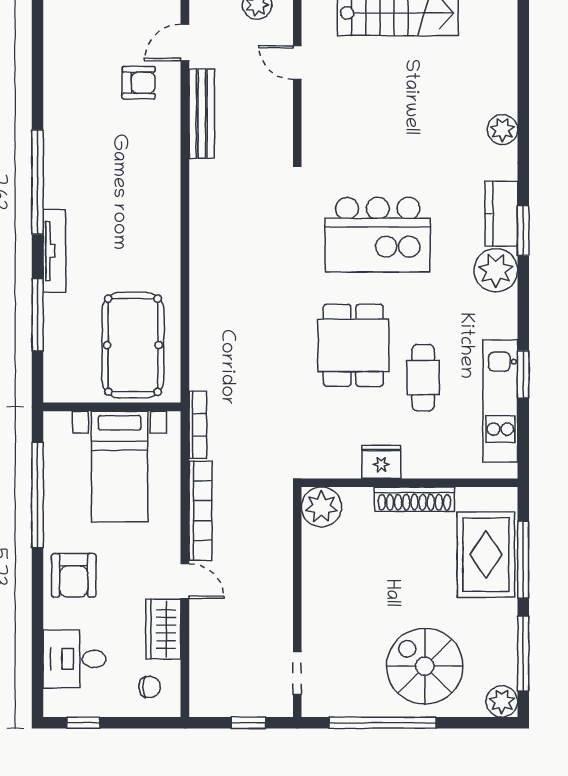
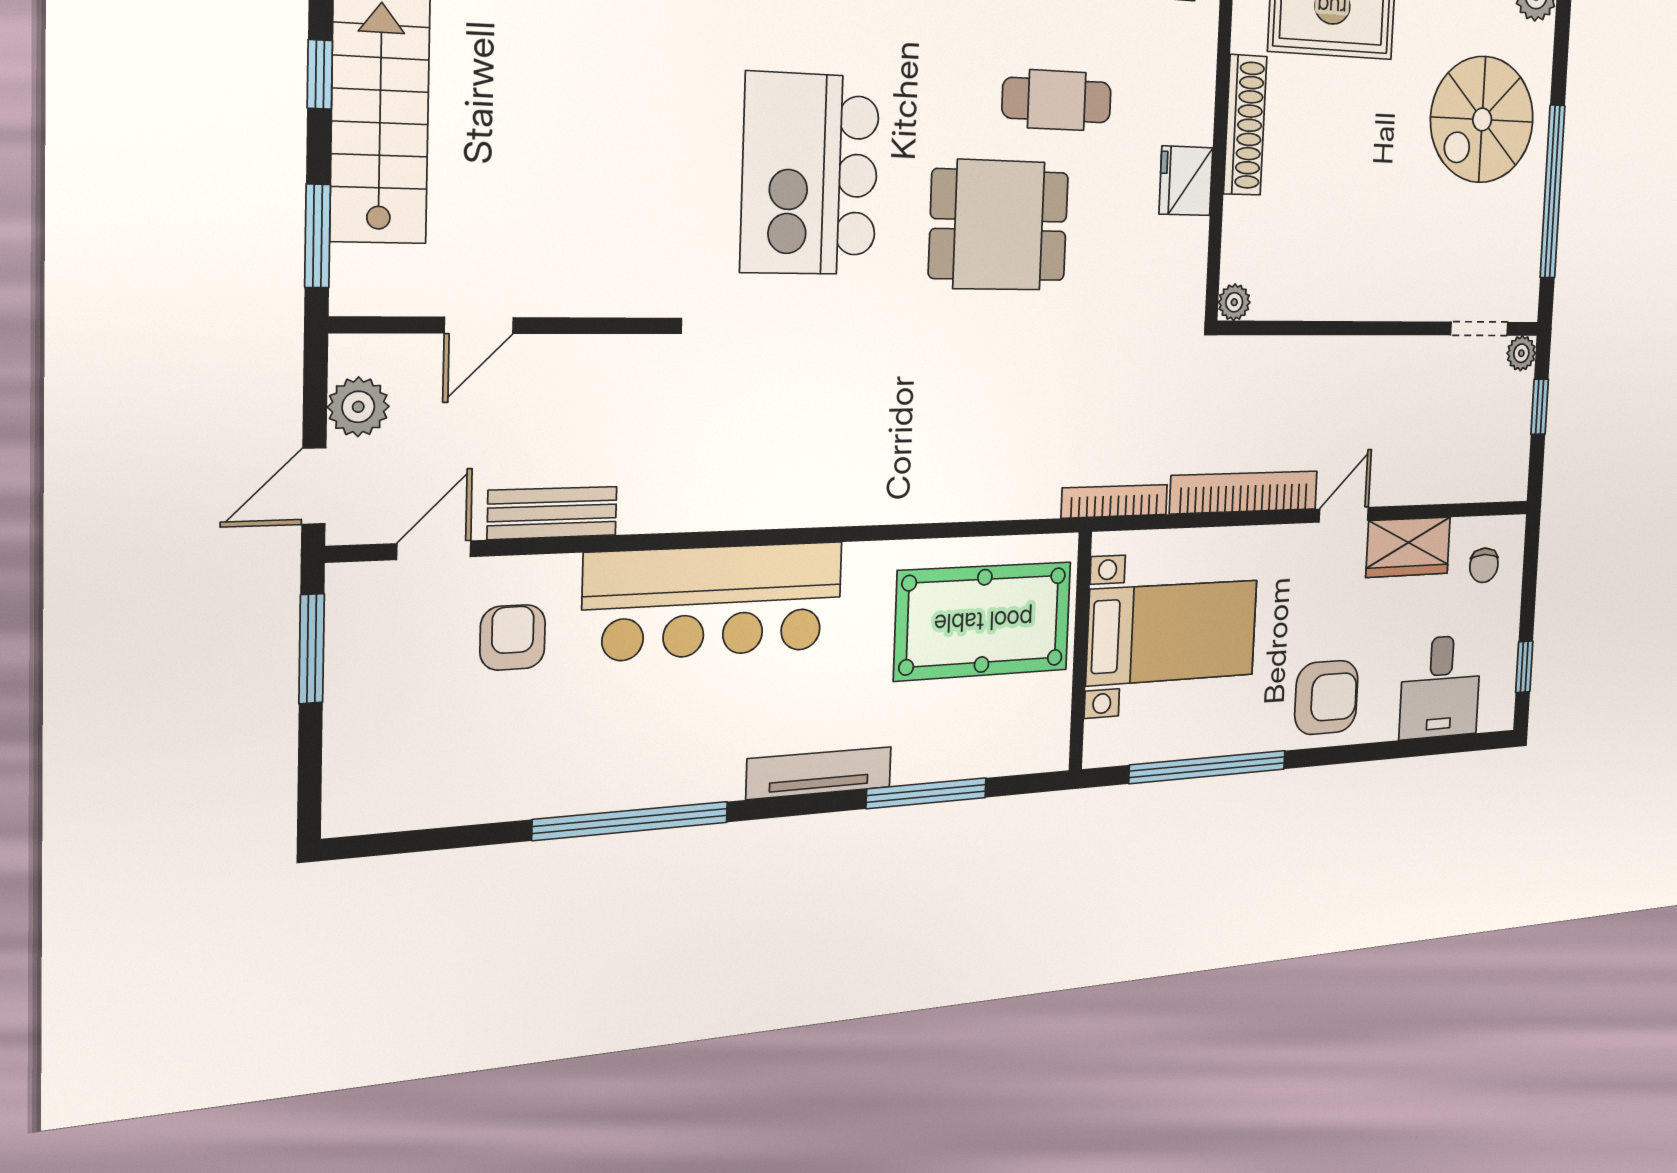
door: (185, 43) -> (434, 550), swing flipped
bench: (202, 114) -> (553, 513), width x0.73
window: (38, 182) -> (631, 821), moved
bar counter: (152, 189) -> (714, 601), added
kitchen island: (378, 235) -> (810, 174), turned 180
plant: (321, 507) -> (1234, 302), width x0.53, depth x0.53
chair: (150, 687) -> (1484, 565), turned 180
plant: (282, 706) -> (1521, 353), added

